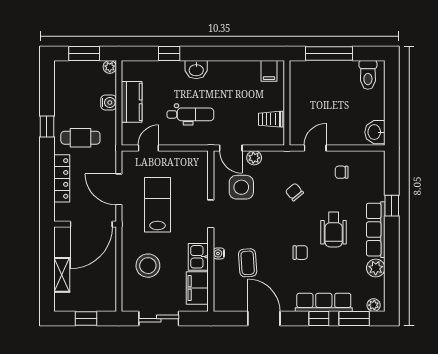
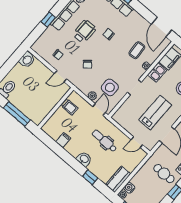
filing cabinet: (269, 71) -> (63, 140), moved
kitchen counter: (132, 102) -> (118, 179), moved
water cooler: (109, 103) -> (129, 188), moved
lab bench: (157, 205) -> (155, 112), turned 180
door: (264, 319) -> (162, 27), moved

